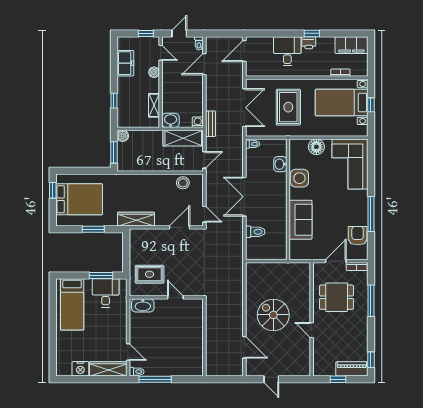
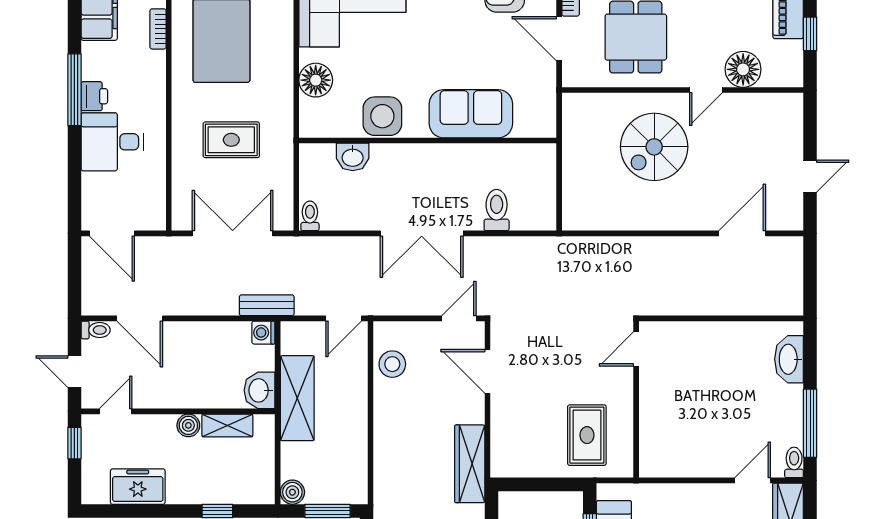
window: (312, 33) -> (74, 90), width x2.17
boiler: (154, 72) -> (188, 425), moved
rug: (288, 107) -> (231, 140), width x0.73, depth x0.70
shelving: (183, 138) -> (297, 398), moved
door: (204, 160) -> (344, 318), swing flipped
door: (175, 297) -> (636, 349), moved
washbasin: (143, 305) -> (789, 359), moved, turned 180
spiral stairs: (273, 315) -> (654, 147), moved
floor lamp: (321, 348) -> (743, 69), added

